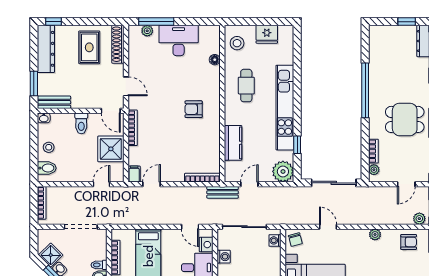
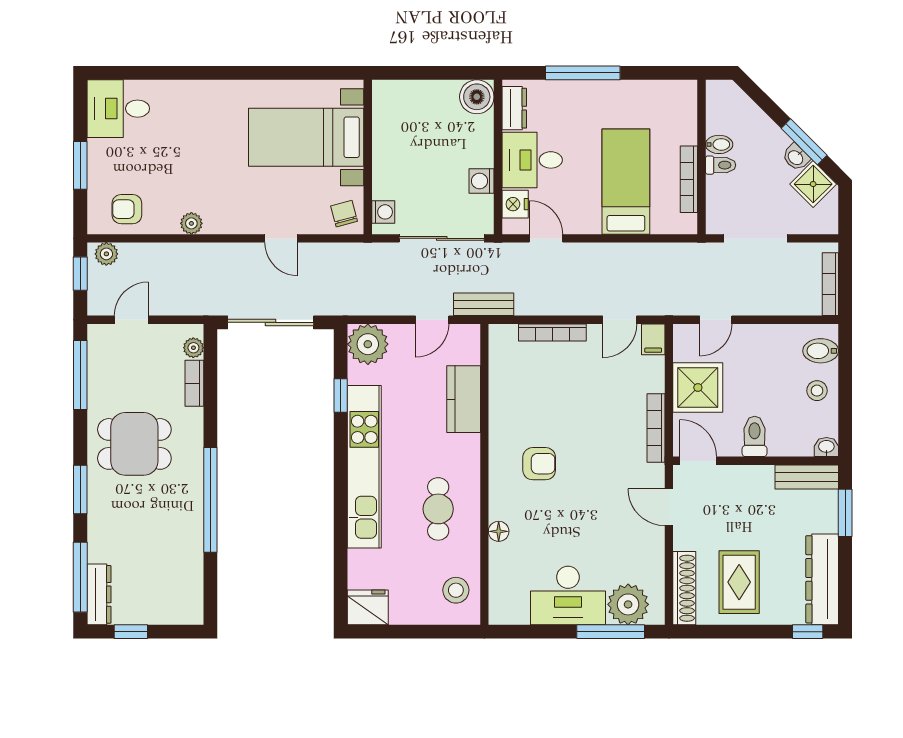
plant: (147, 31) -> (628, 604), width x1.87, depth x1.87
fridge: (267, 34) -> (368, 607), moved
floor lamp: (215, 60) -> (499, 531), moved
bookcase: (202, 178) -> (552, 332), moved

